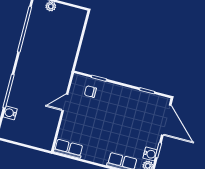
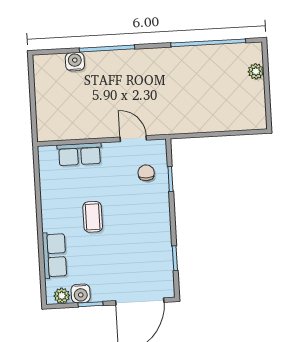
door: (65, 103) -> (133, 139), moved
coffee table: (106, 132) -> (93, 217), added
row of seats: (68, 149) -> (79, 154), moved, turned 90

